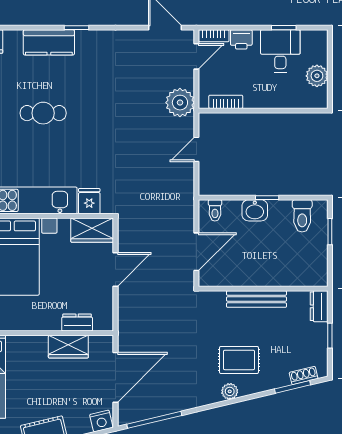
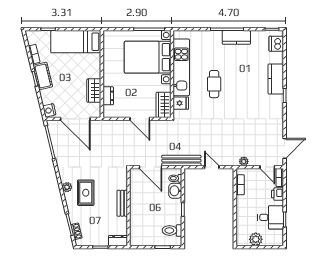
plant: (180, 103) -> (244, 161), width x0.53, depth x0.53
cafe table: (43, 113) -> (214, 84), moved
bench: (185, 200) -> (181, 161), added
washbasin: (255, 210) -> (175, 191), moved
bench: (256, 299) -> (122, 203), width x0.73

